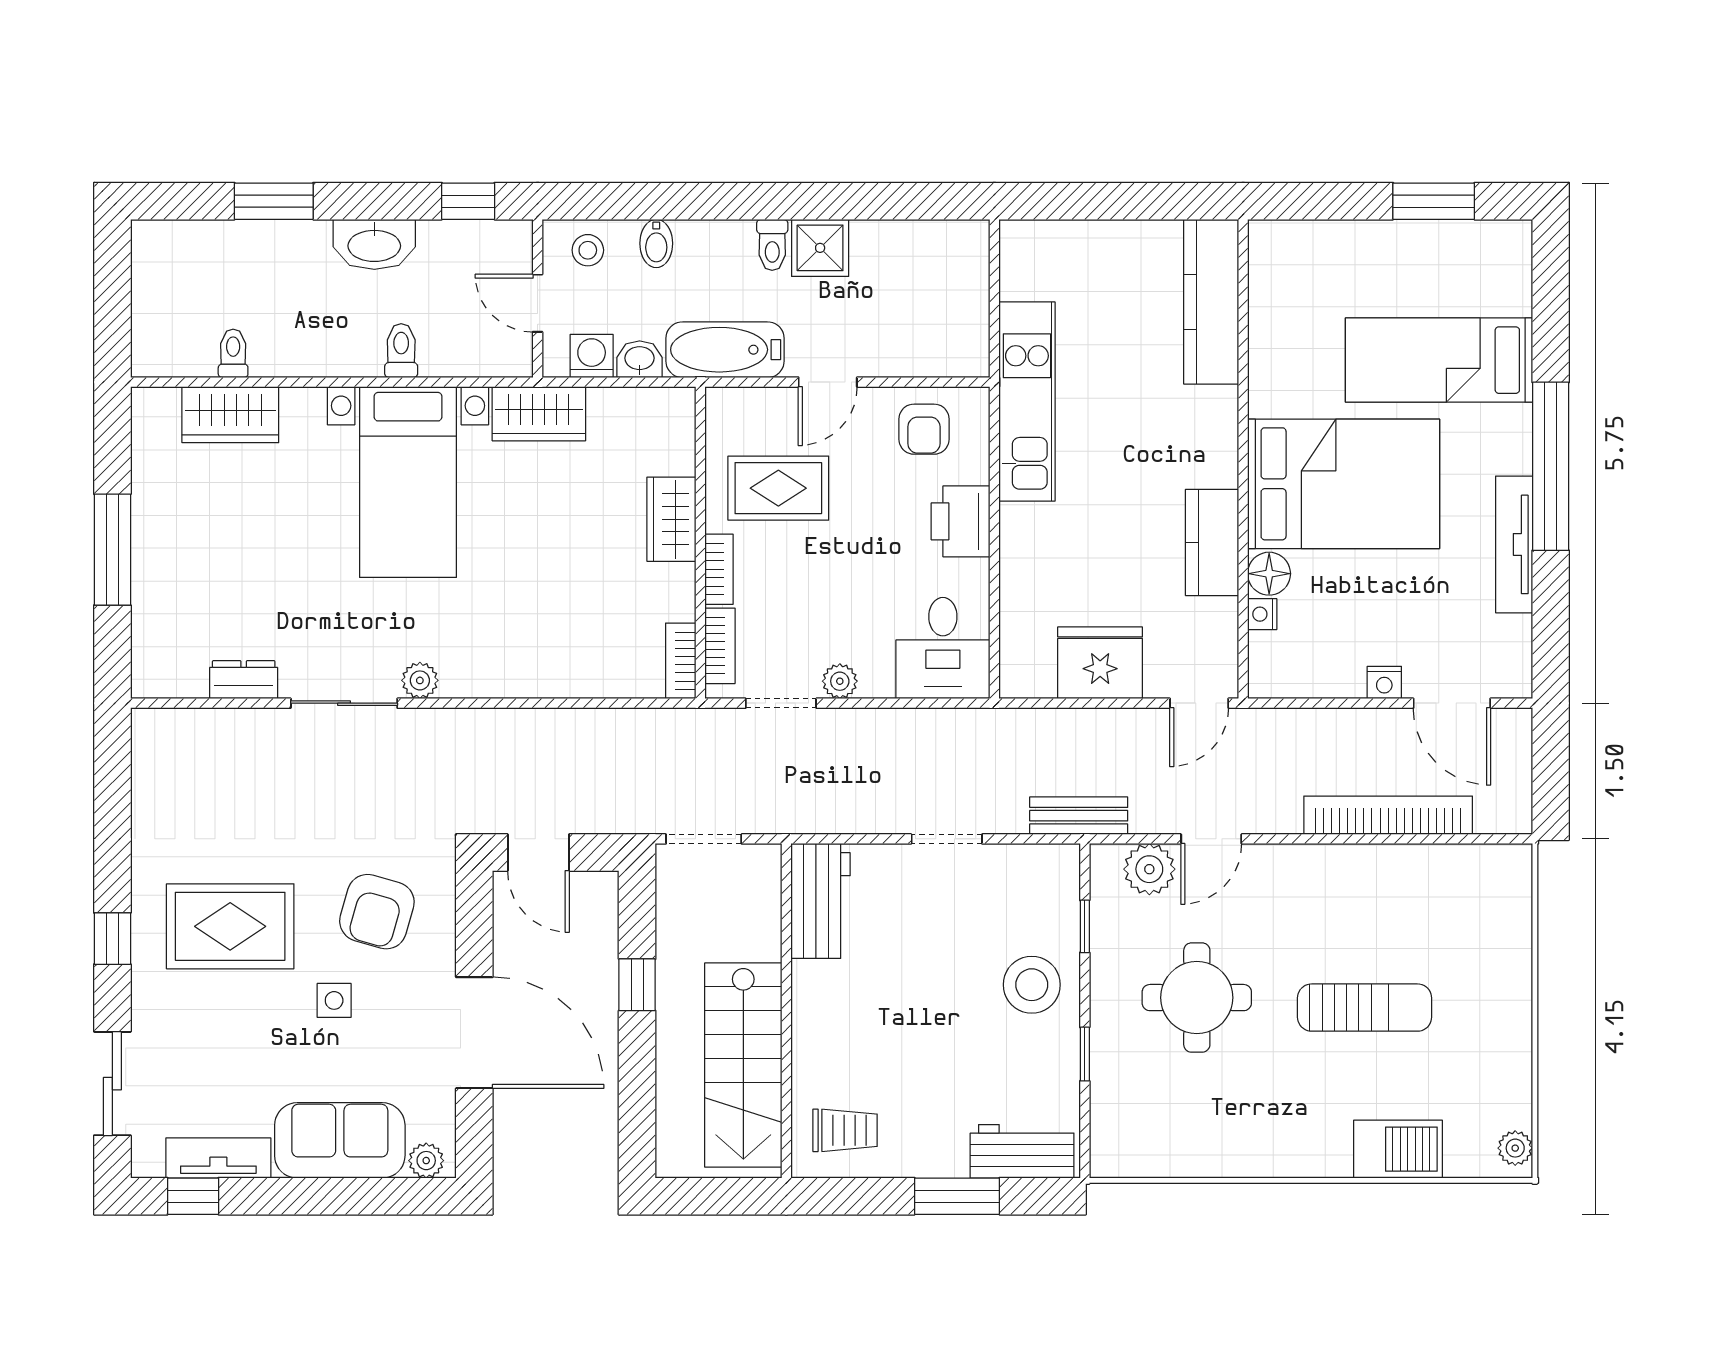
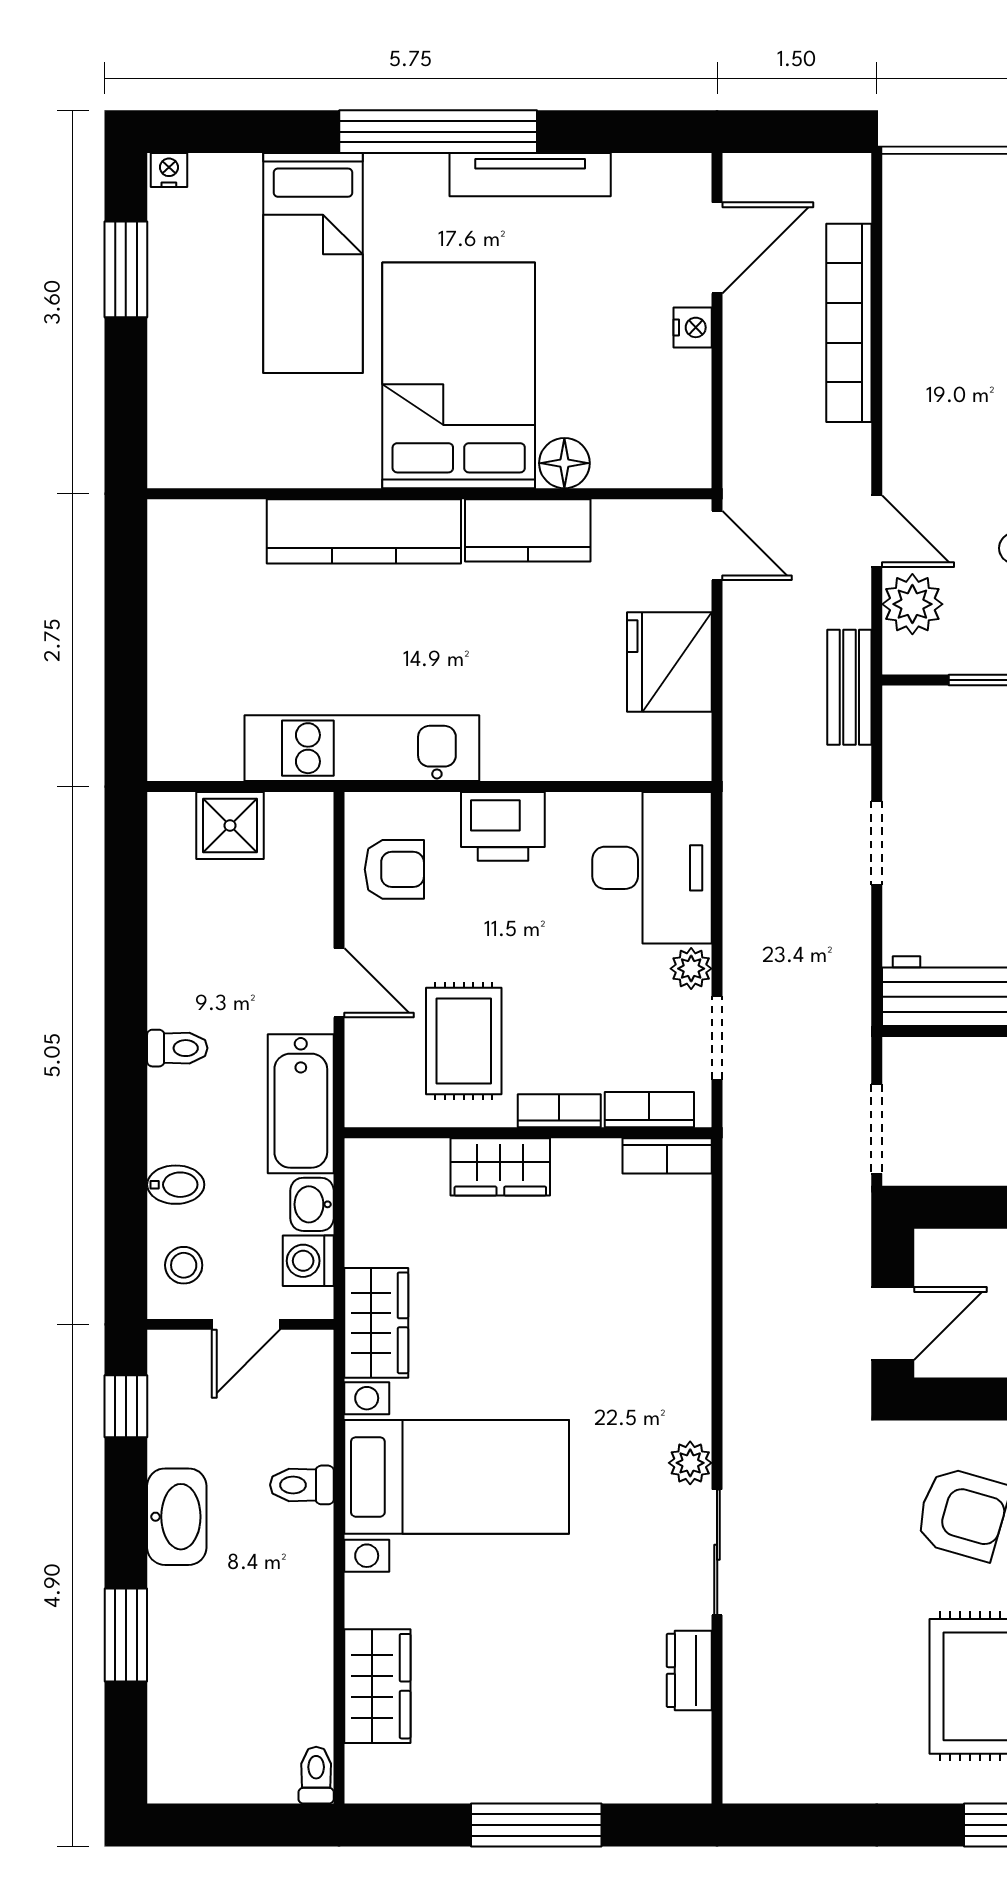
shower: (820, 248) -> (230, 826), moved
kitchen counter: (1211, 302) -> (364, 531), moved
toilet: (233, 353) -> (316, 1775), moved, turned 90
nightstand: (1262, 614) -> (169, 170), moved, turned 180
desk: (943, 648) -> (652, 868), width x1.37

